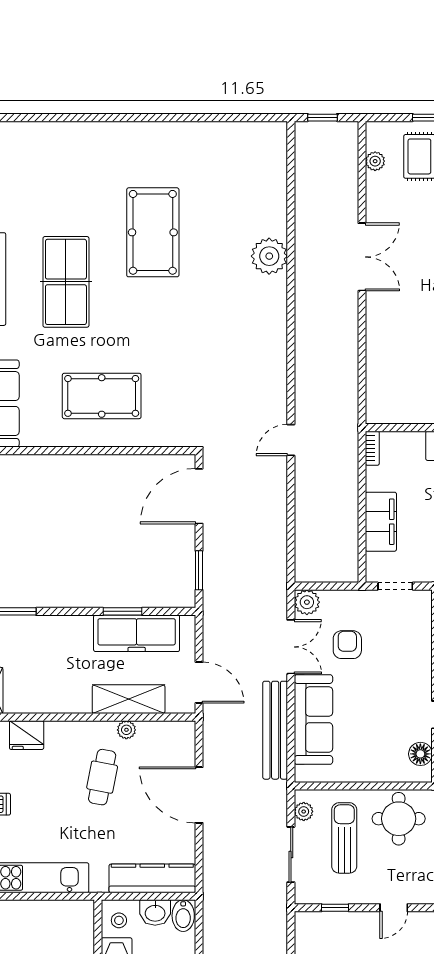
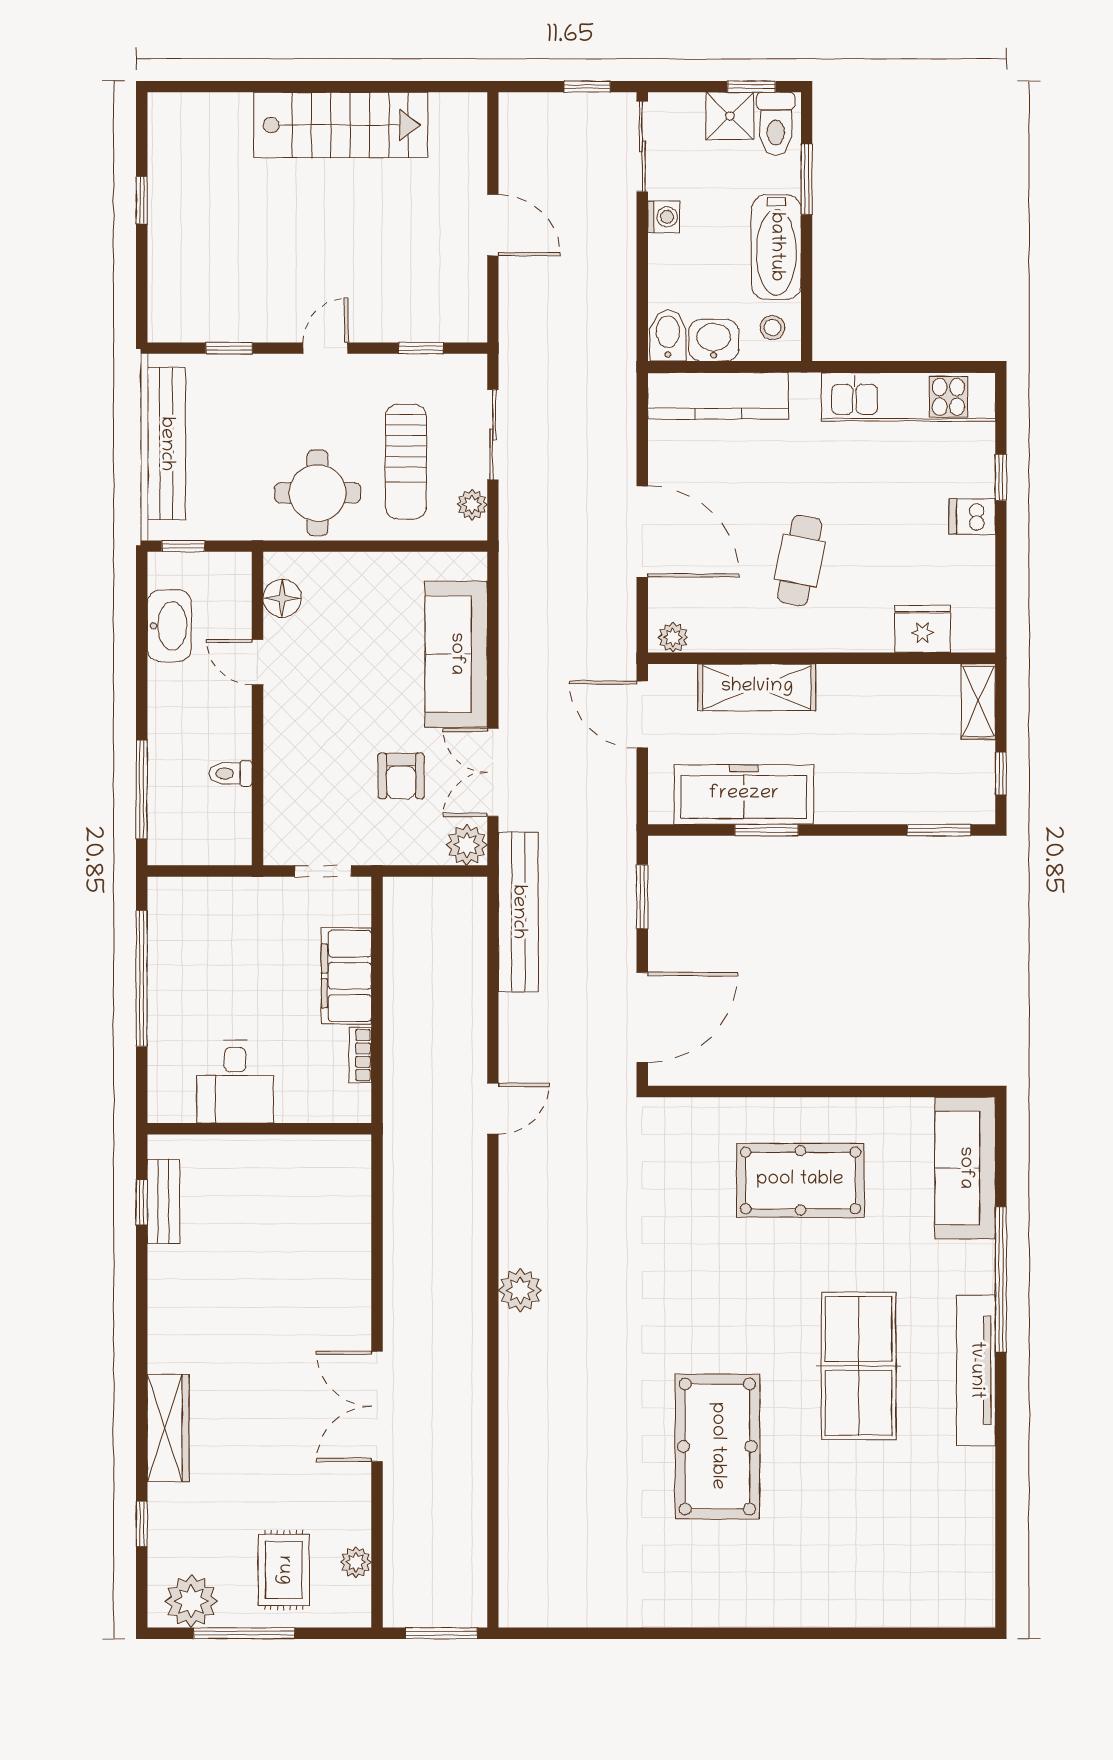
window: (322, 118) -> (442, 1633), width x1.50
plant: (269, 256) -> (520, 1290), moved, width x0.73, depth x0.73
bookcase: (372, 448) -> (360, 1055), moved
plant: (126, 730) -> (673, 637), moved
bench: (275, 730) -> (518, 912), moved

